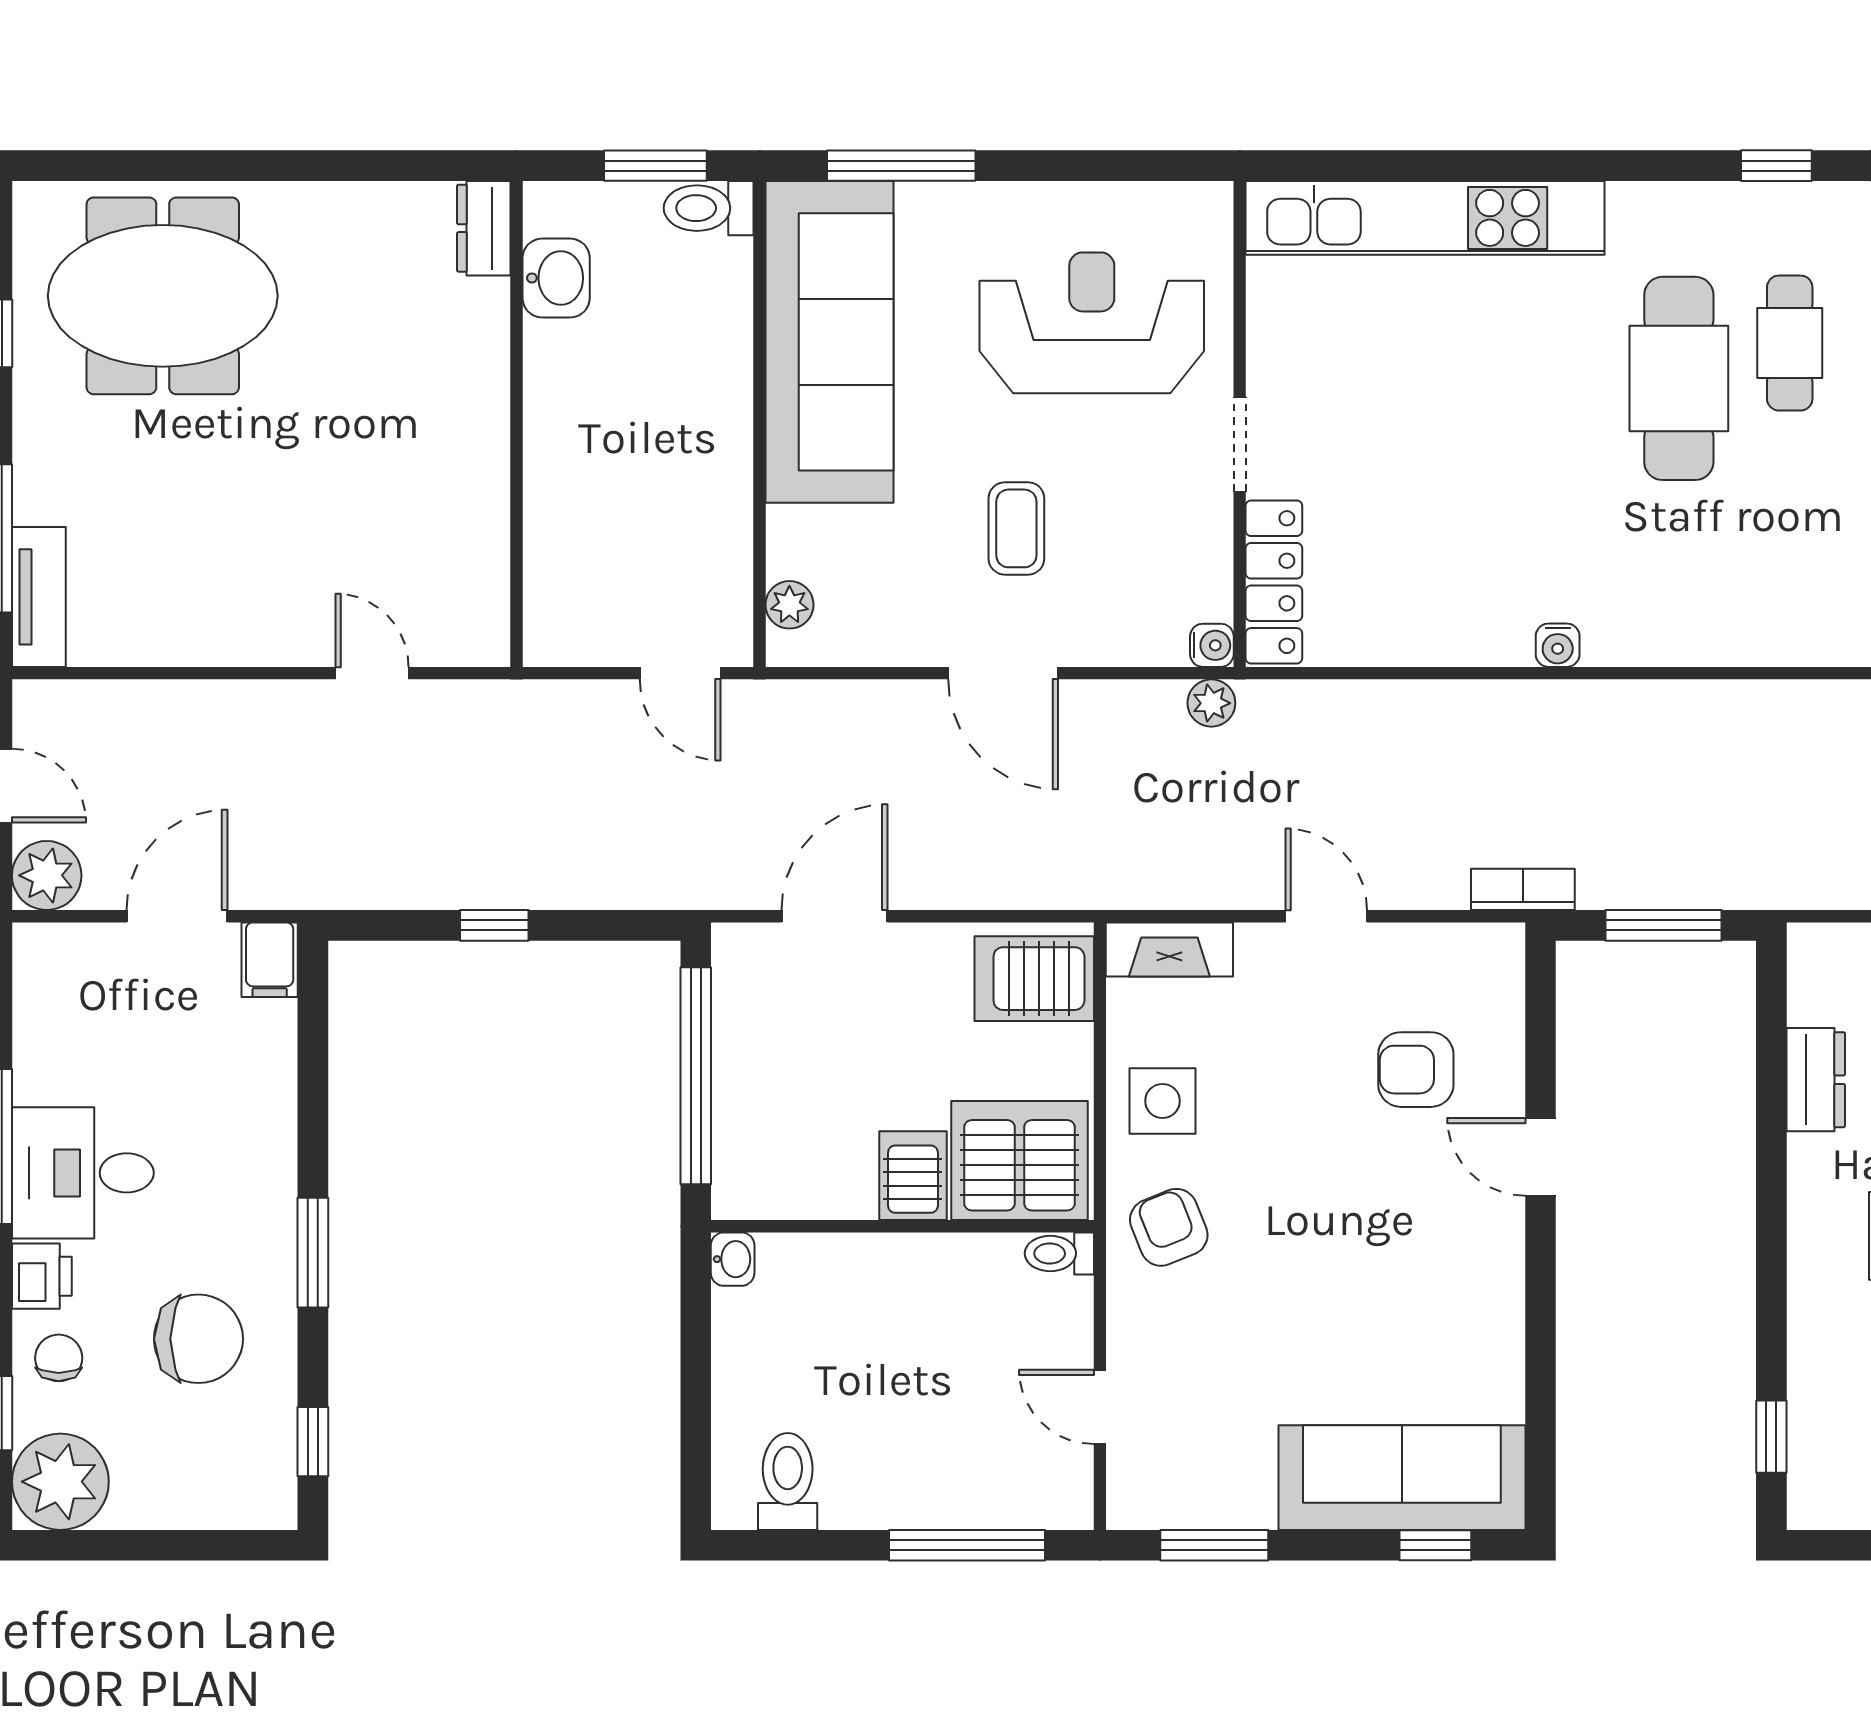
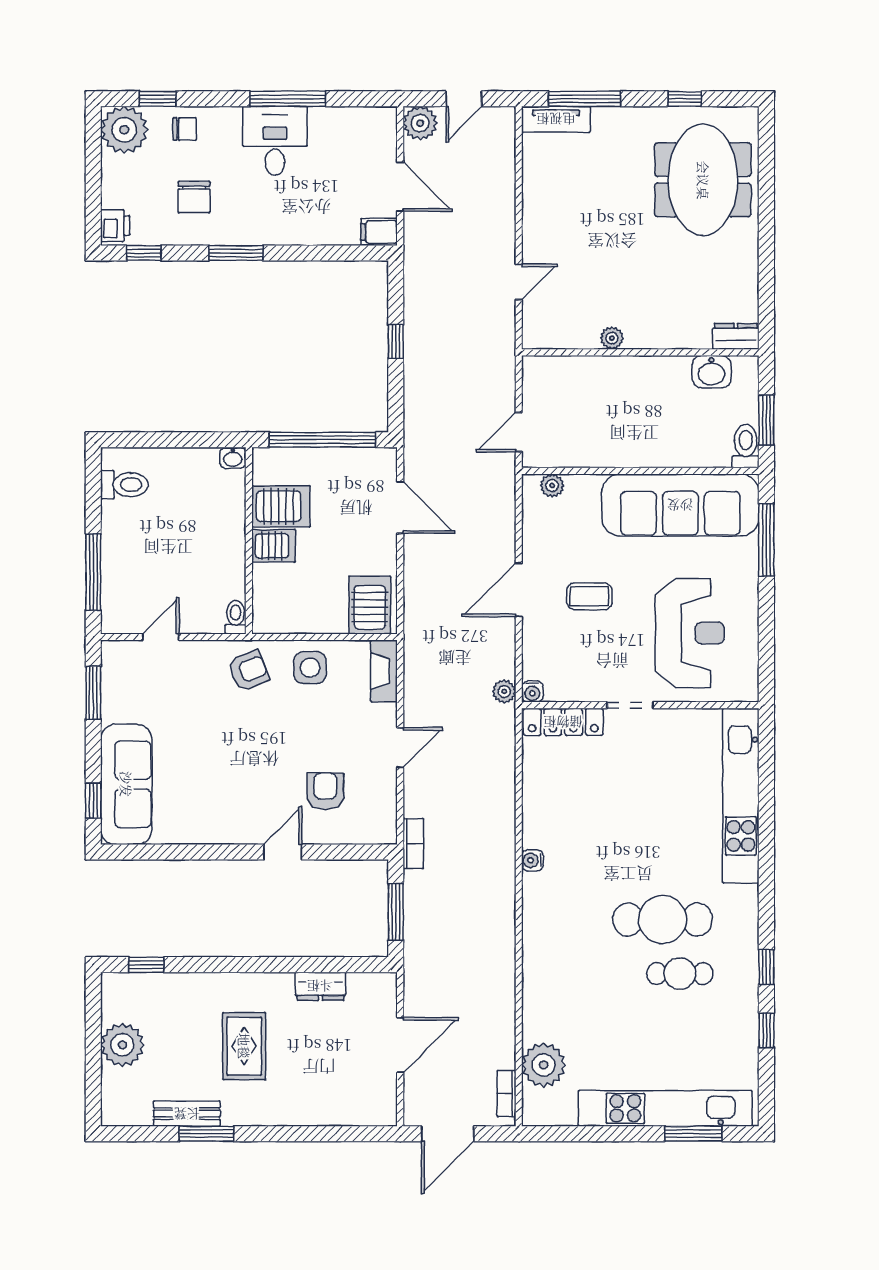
plant: (487, 482) -> (612, 338), added
server rack: (1019, 1161) -> (281, 506), moved, width x0.62
printer: (42, 1276) -> (115, 226), moved, turned -90
chair: (198, 1339) -> (194, 197), width x0.73, depth x0.73

